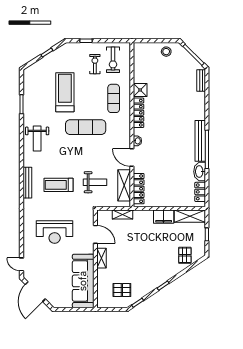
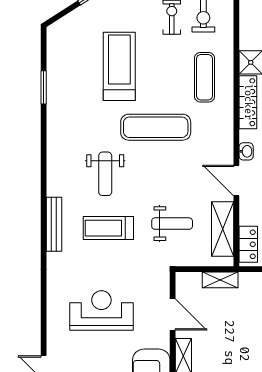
weight bench: (37, 138) -> (105, 174), moved
locker: (139, 189) -> (248, 244), width x0.66
reception desk: (55, 232) -> (101, 311), turned 180

